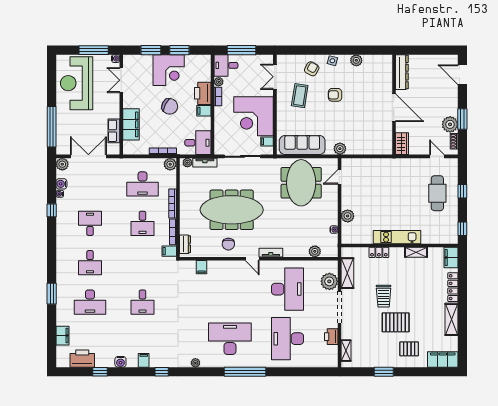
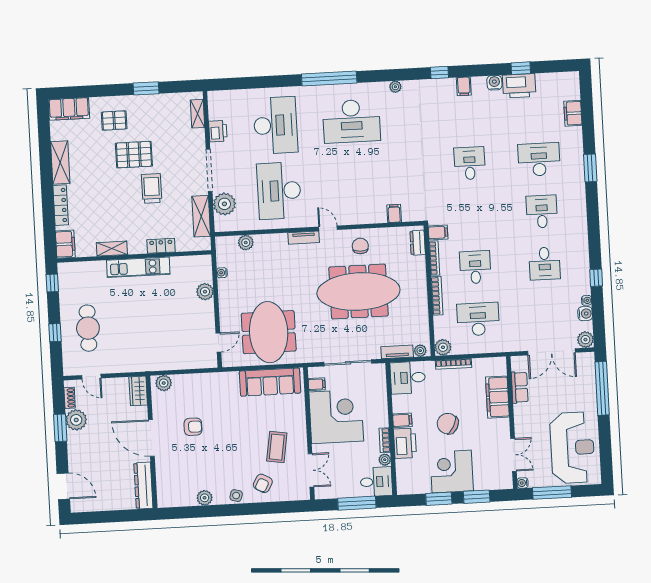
armchair: (335, 95) -> (193, 427), moved
plant: (340, 149) -> (164, 383), moved
printer: (82, 359) -> (519, 86), moved

